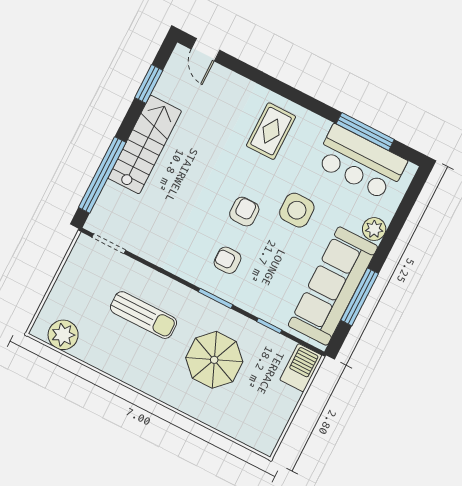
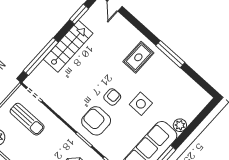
window: (365, 132) -> (170, 54), moved
bar counter: (361, 162) -> (182, 87), removed
armchair: (227, 260) -> (96, 121), width x1.88, depth x1.88
sun lounger: (143, 315) -> (27, 119), moved

